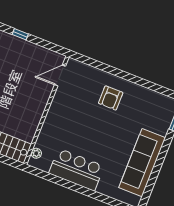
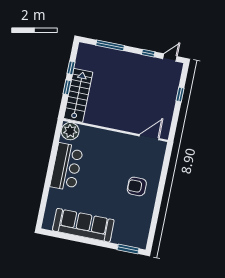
door: (60, 75) -> (149, 137), hinge flipped
plant: (36, 153) -> (70, 131), width x1.87, depth x1.87

